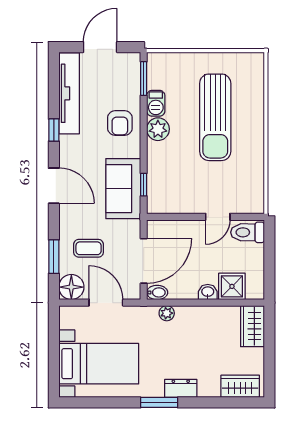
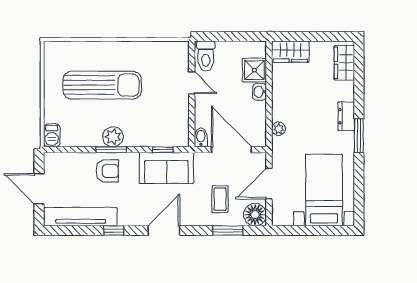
window: (144, 79) -> (111, 150), moved
barbecue: (156, 103) -> (52, 135), moved, turned 90
bidet: (157, 292) -> (201, 137), moved

